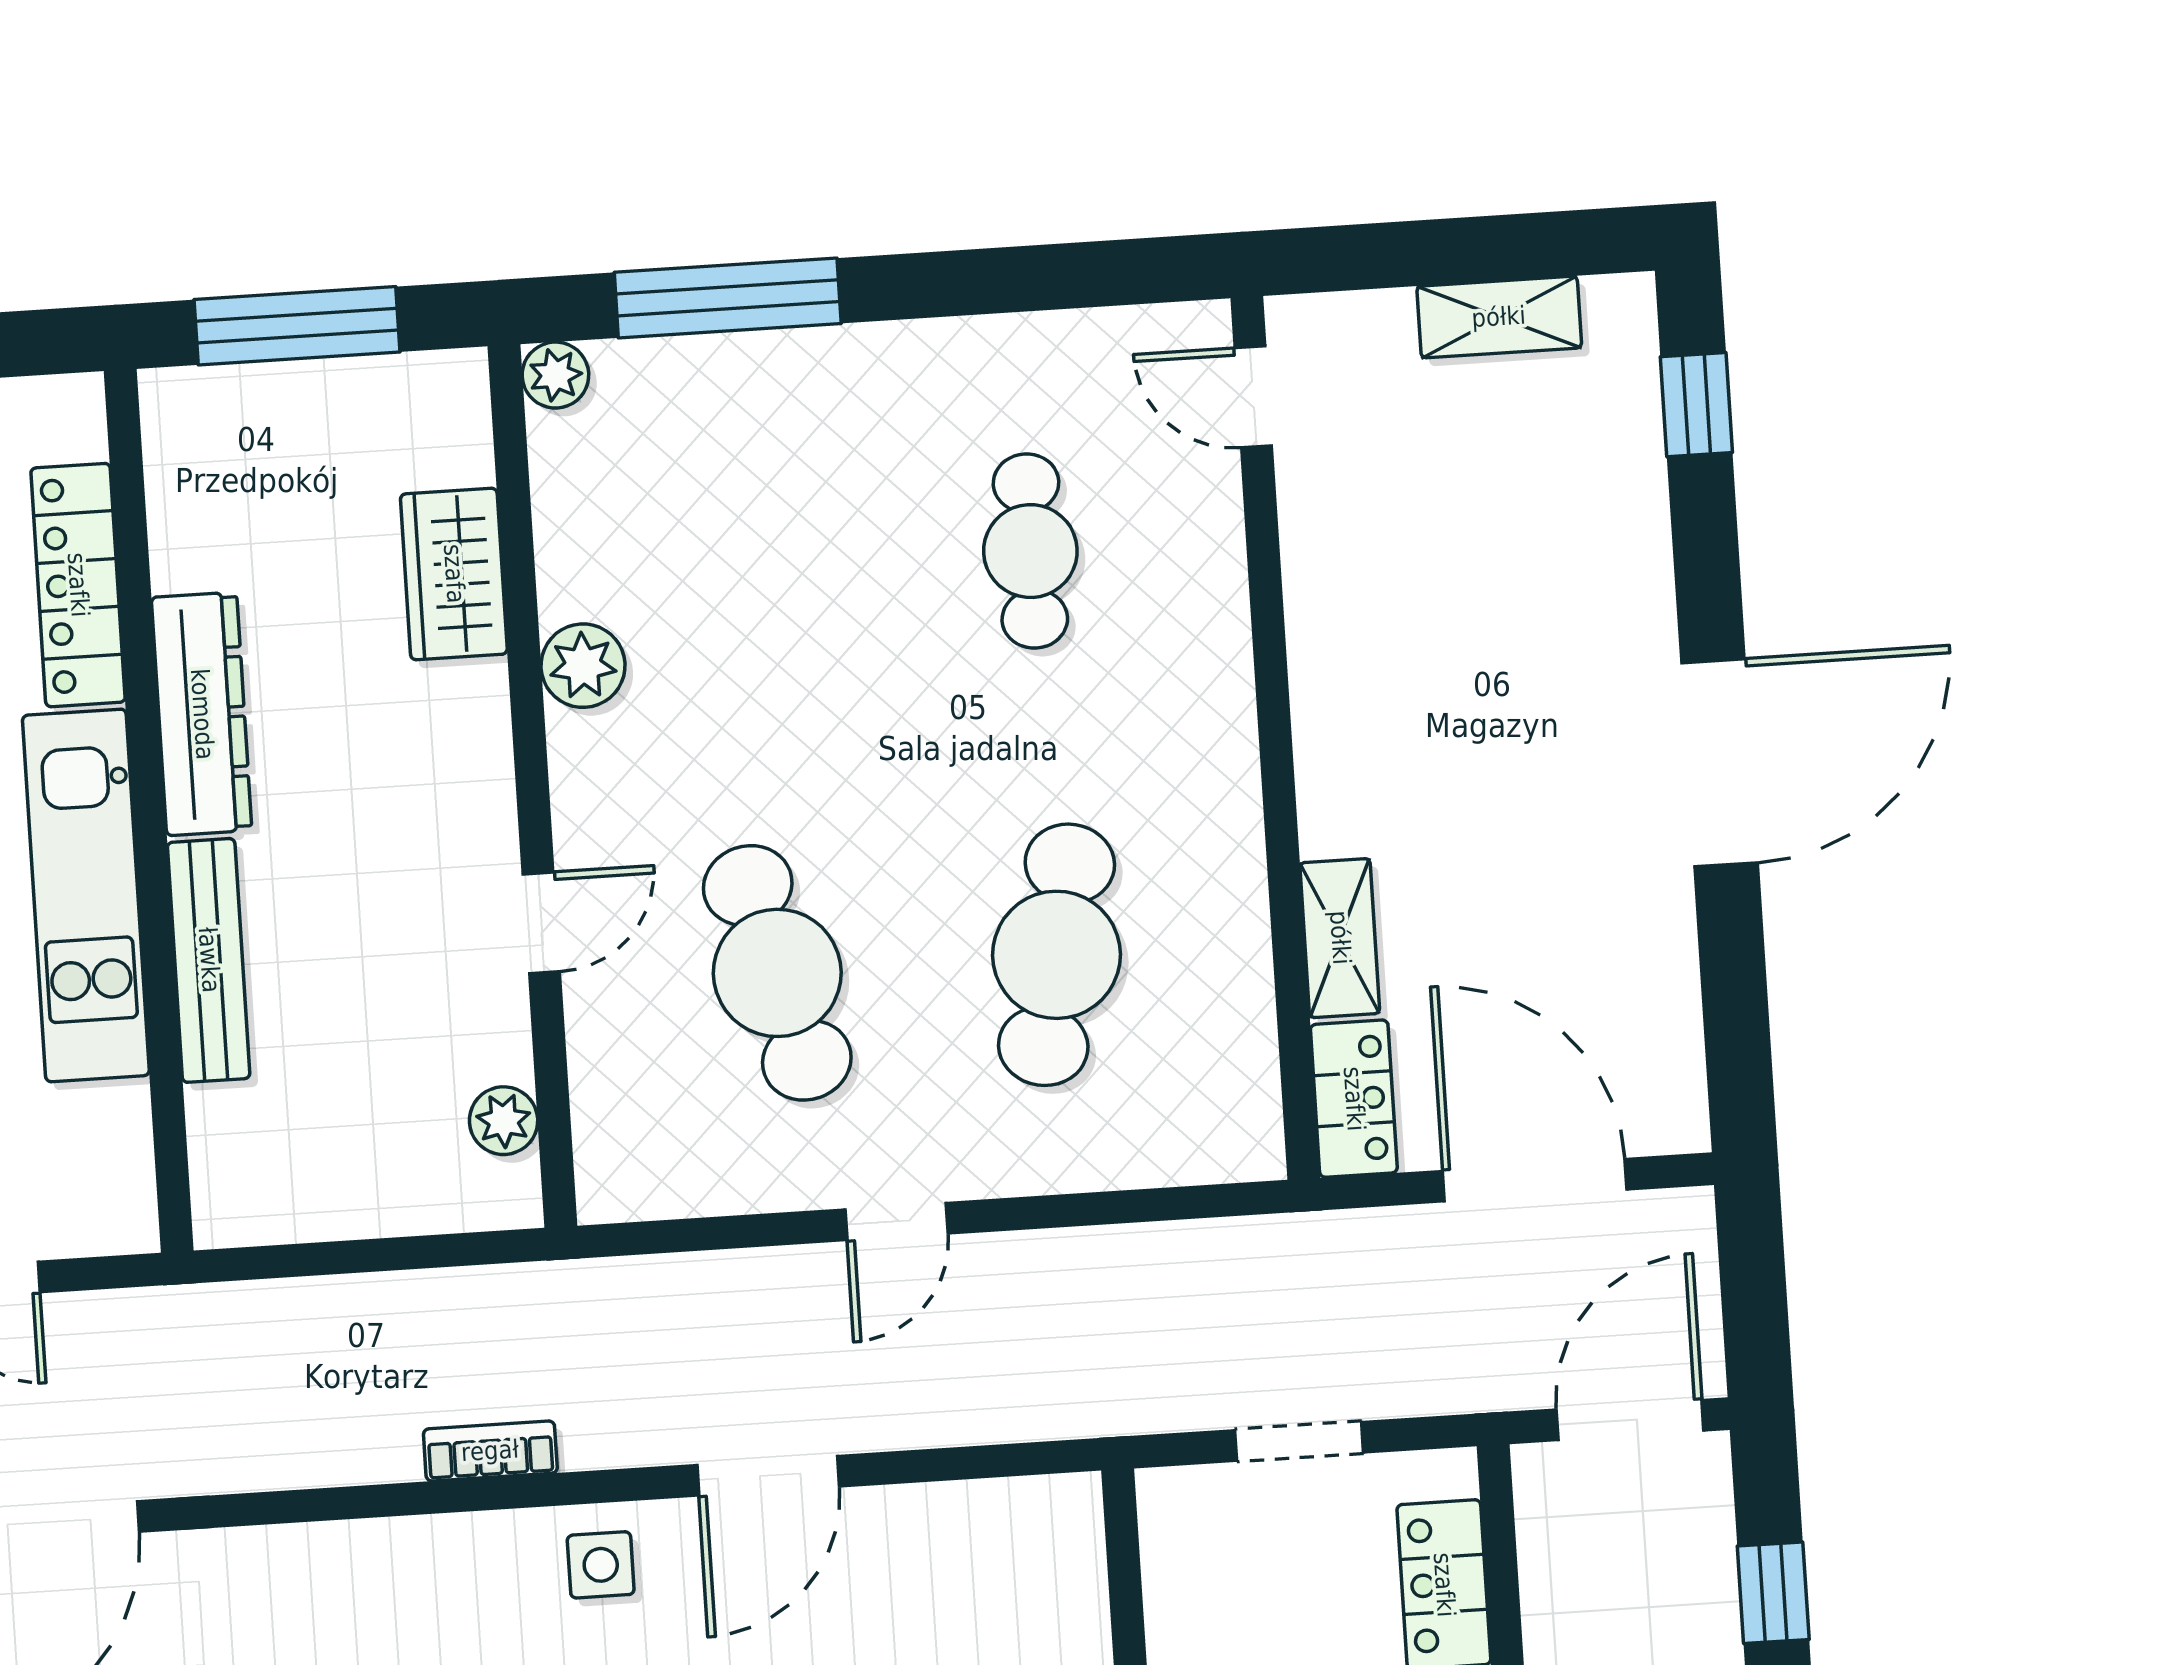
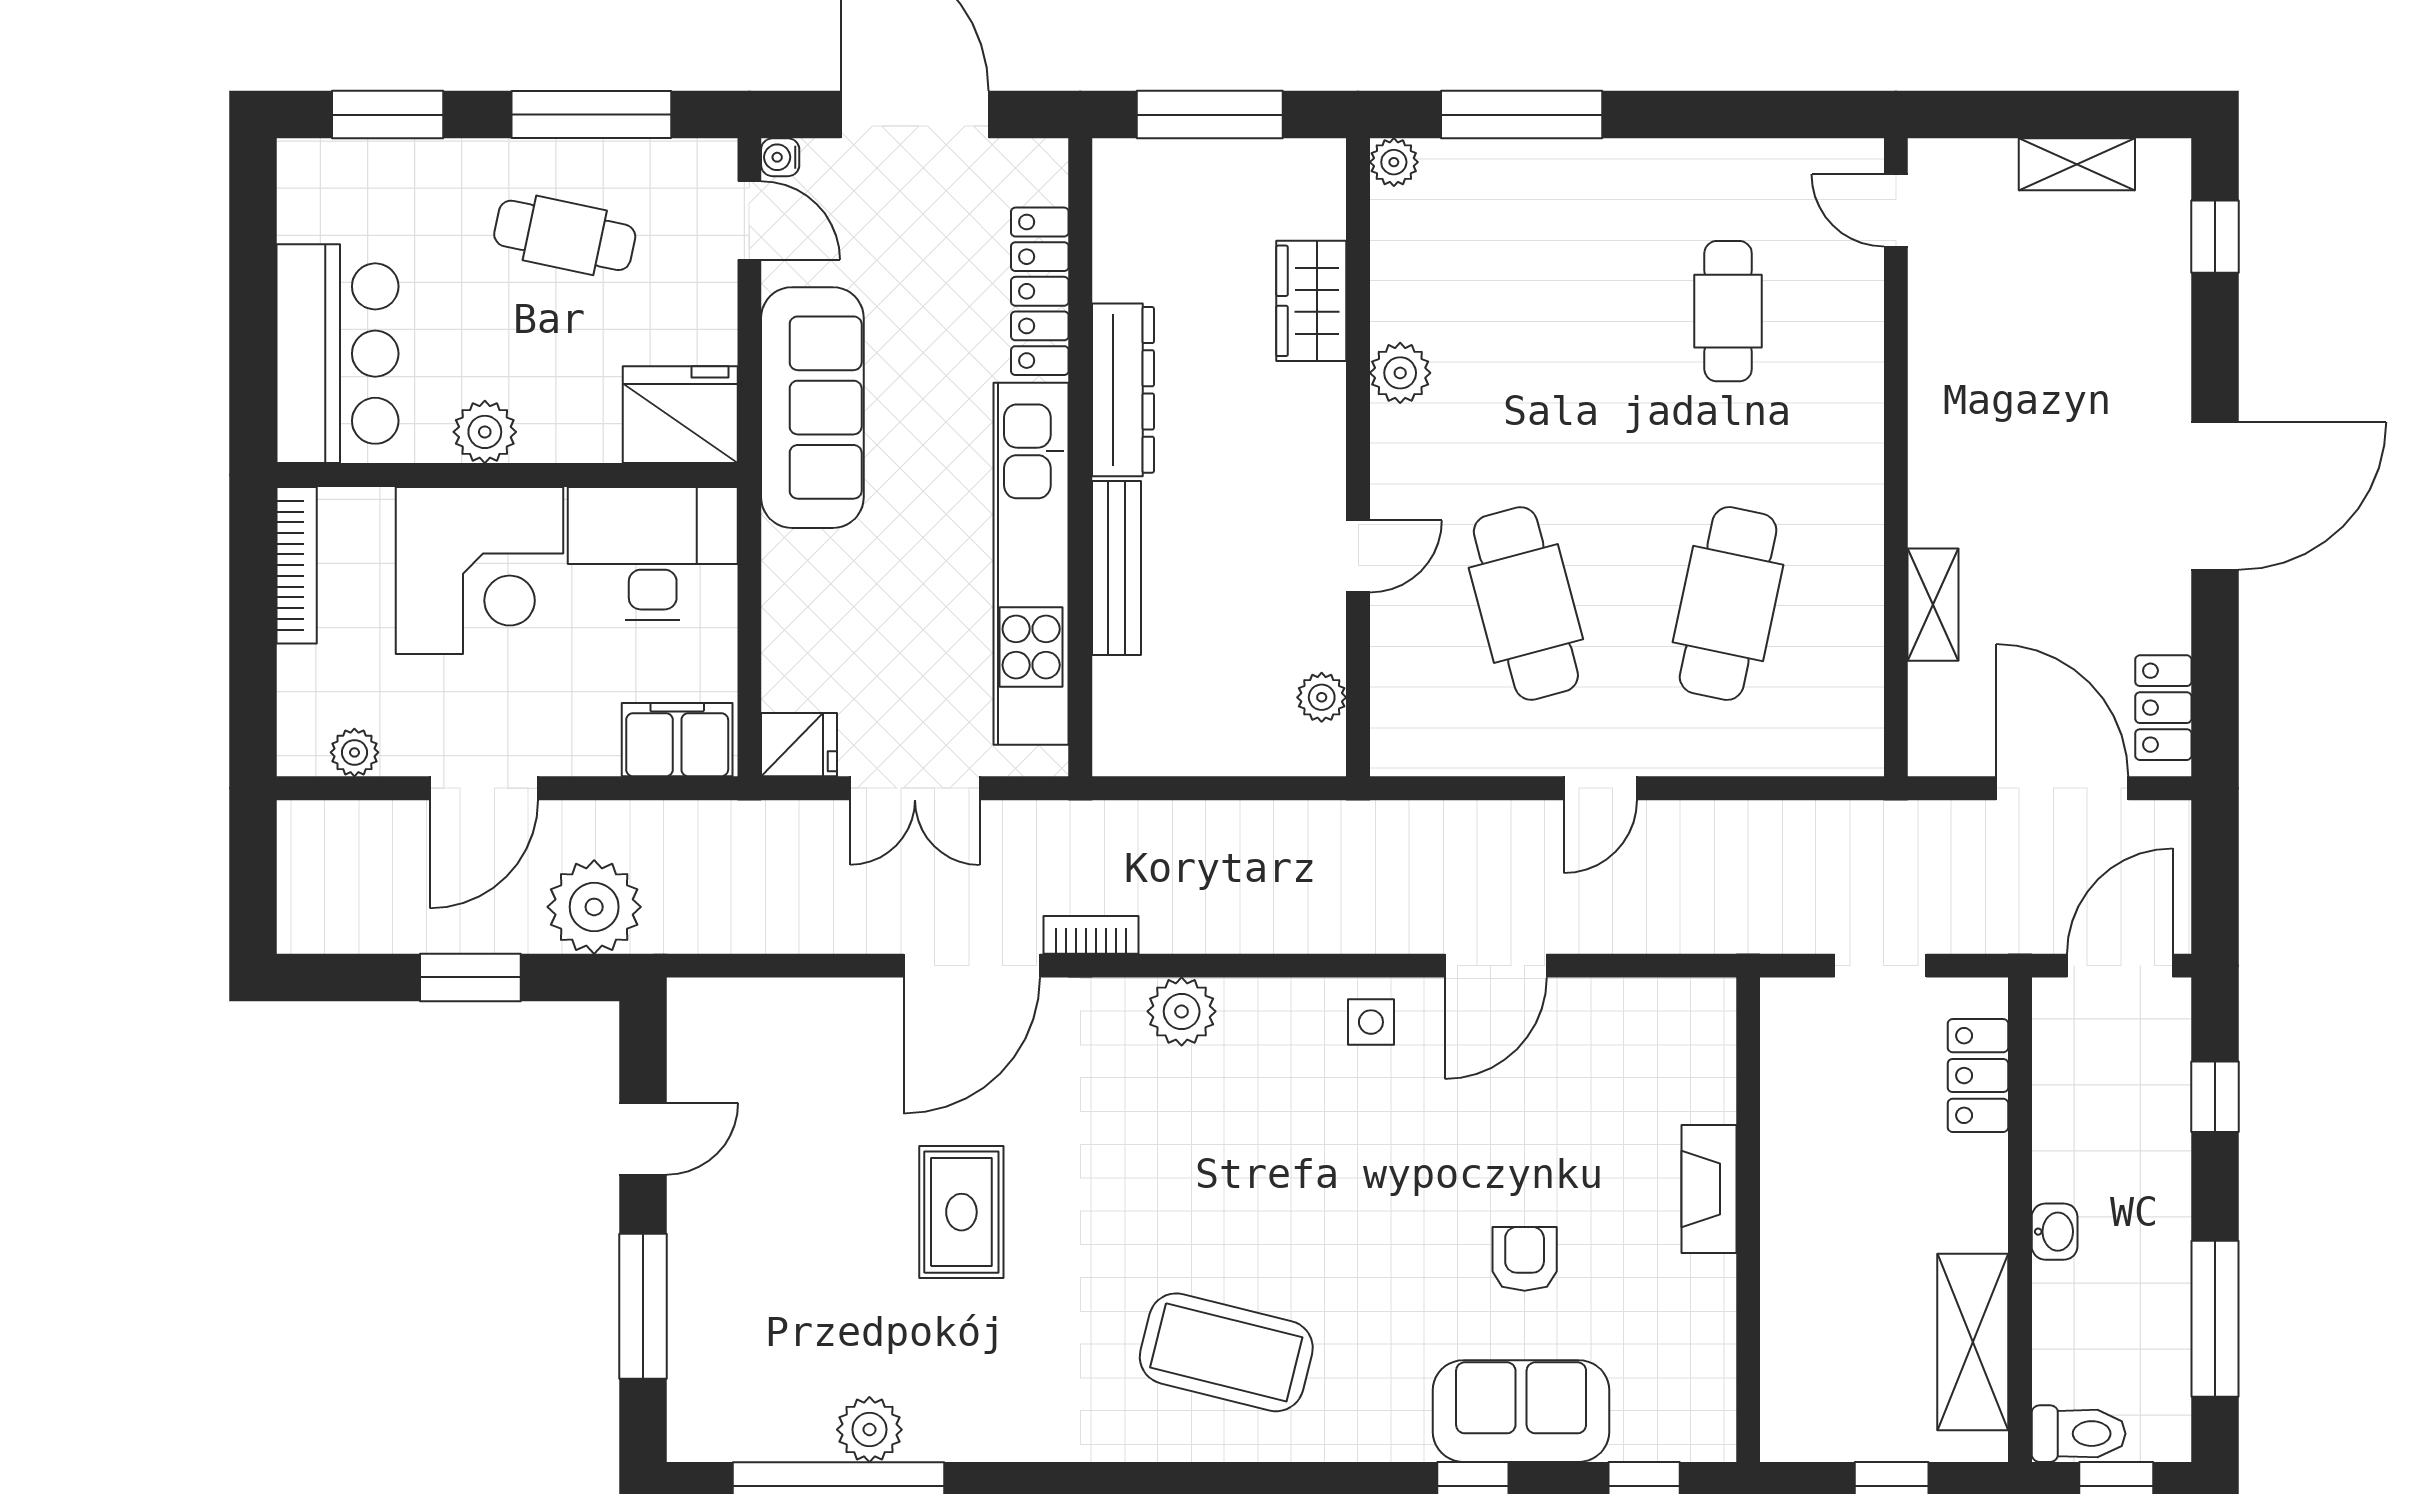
kitchen unit: (86, 895) -> (1031, 564), width x1.36
locker: (1354, 1099) -> (2163, 708), moved, turned 180
bookcase: (490, 1451) -> (1091, 935), moved
plant: (338, 1567) -> (1182, 1011), added

